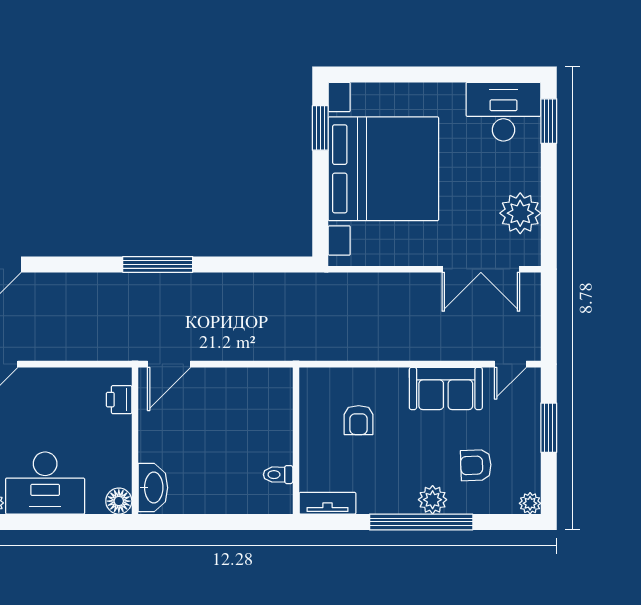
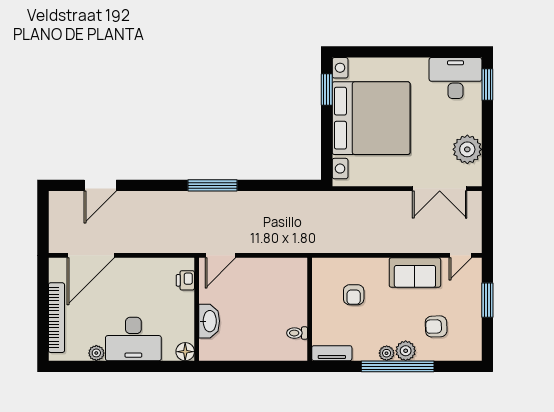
washbasin: (153, 488) -> (209, 321), moved
plant: (530, 503) -> (387, 353), moved

